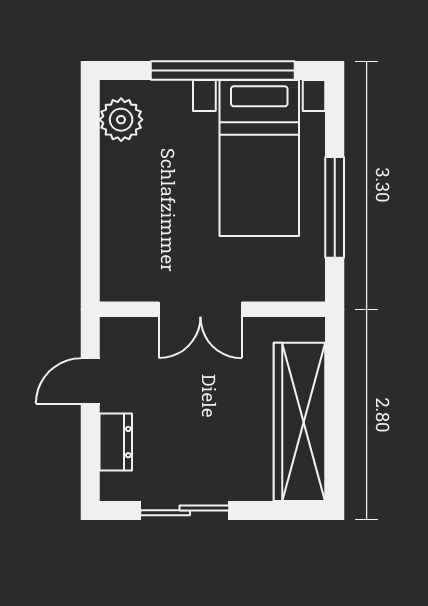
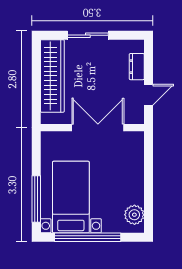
window: (335, 207) -> (36, 199), moved
double door: (200, 309) -> (98, 128), width x1.37
sliding door: (185, 510) -> (88, 35), moved

